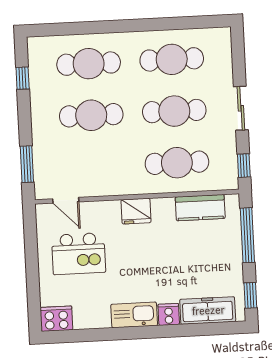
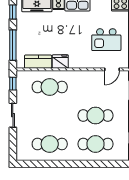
cafe table: (174, 111) -> (50, 116), removed
door: (66, 200) -> (112, 69), swing flipped
fridge: (136, 211) -> (60, 62), moved
kitchen island: (79, 254) -> (106, 40), turned 180

